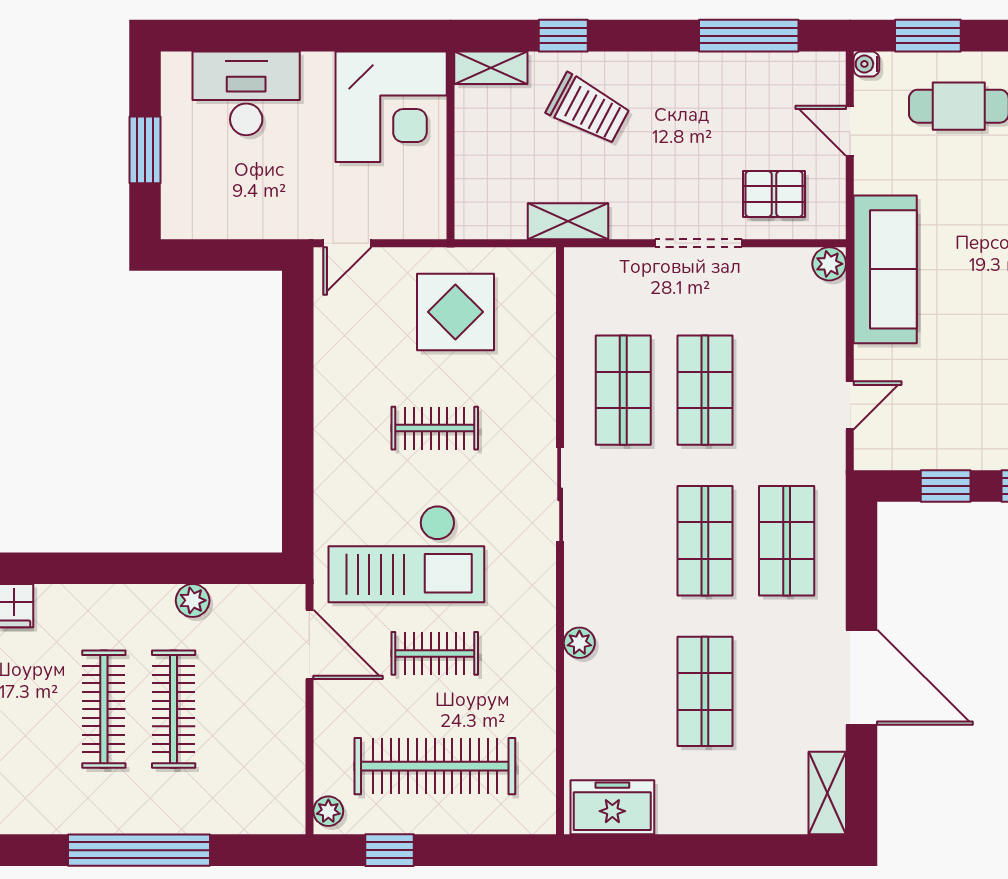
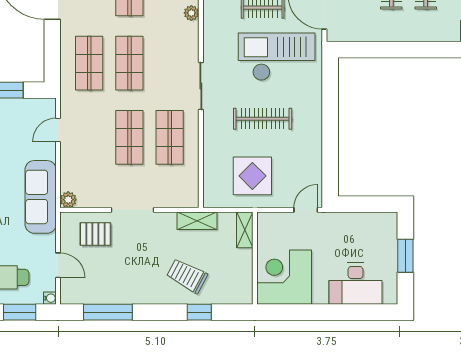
shelving: (491, 68) -> (245, 230), moved, turned 90
clothes rail: (435, 428) -> (263, 119), width x1.36
plant: (193, 600) -> (382, 34), removed

